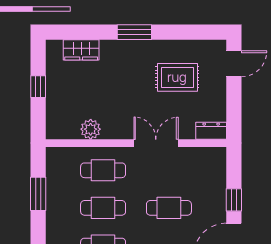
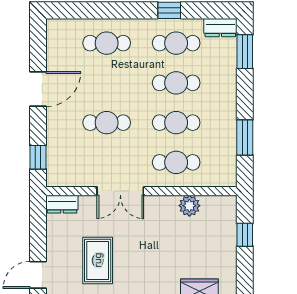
rug: (177, 77) -> (98, 260), turned 90
window: (38, 87) -> (245, 235), moved
window: (234, 200) -> (38, 157), moved

